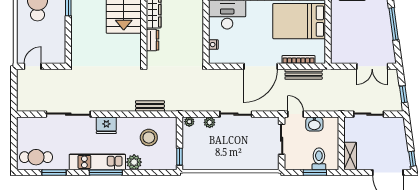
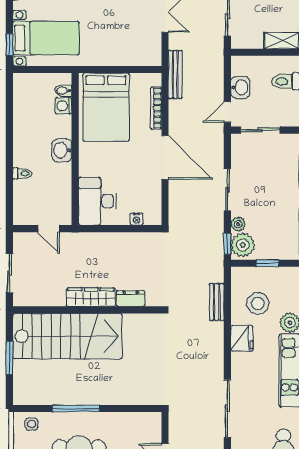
bench: (304, 74) -> (175, 75), moved
window: (195, 114) -> (227, 244), added
plant: (189, 122) -> (243, 245), width x1.88, depth x1.88
fridge: (106, 125) -> (242, 338), moved
window: (180, 157) -> (267, 263), moved

